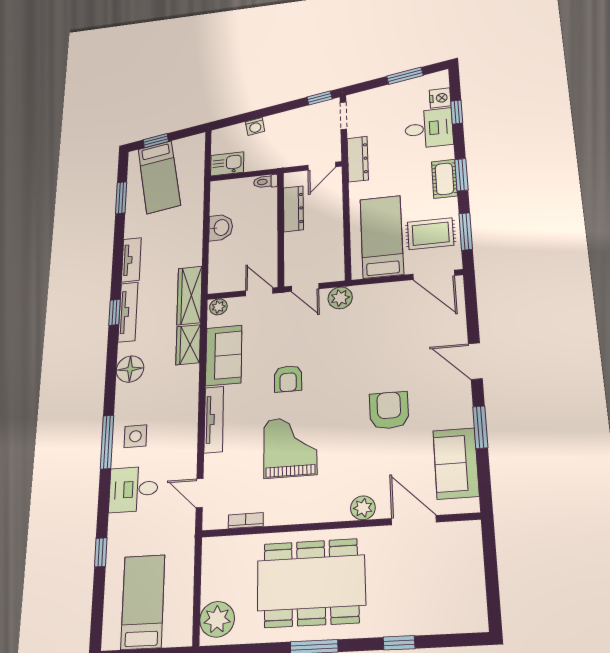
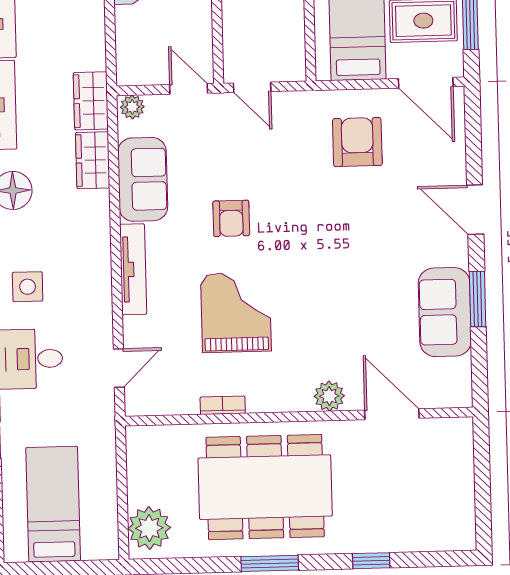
wardrobe: (189, 295) -> (91, 101), width x0.67
plant: (340, 298) -> (300, 107), removed
armchair: (389, 410) -> (357, 142), moved
sofa: (456, 463) -> (445, 312), moved
door: (200, 493) -> (119, 368), swing flipped
bookcase: (246, 521) -> (223, 405), moved

